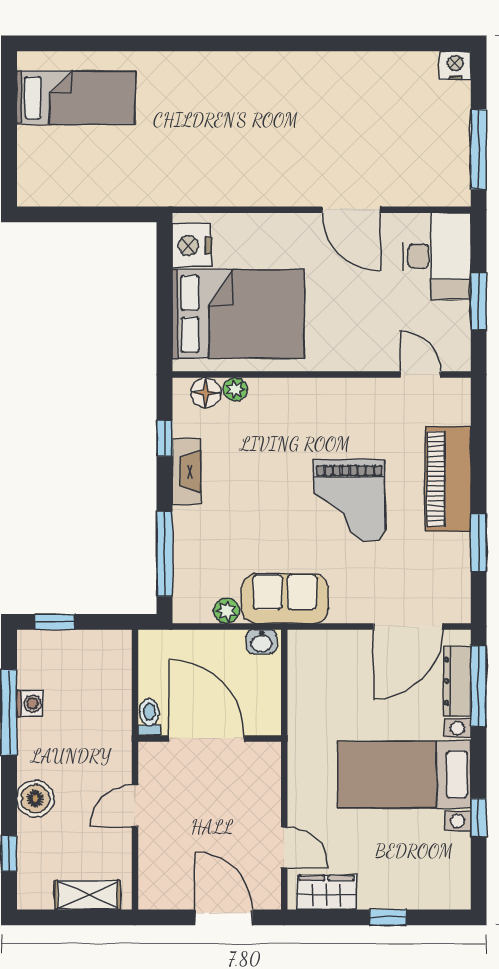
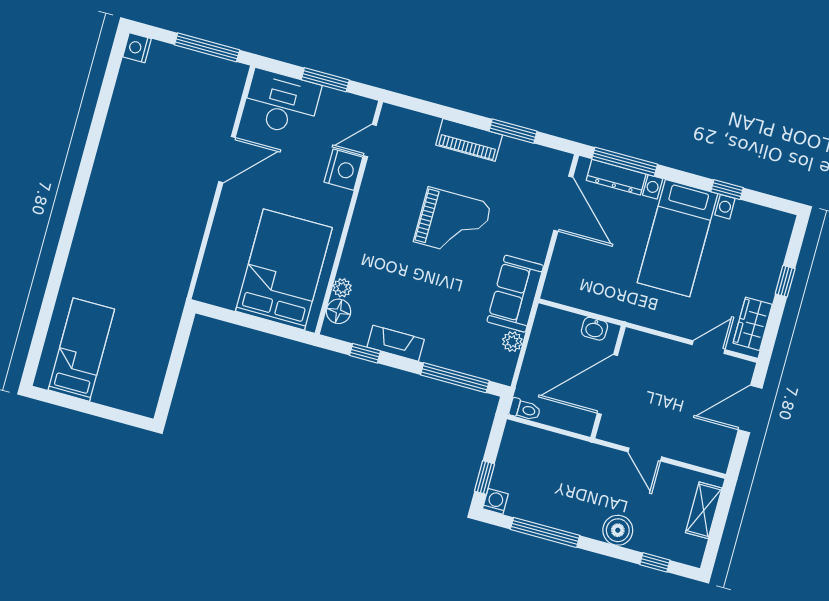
nightstand: (192, 245) -> (343, 170), moved, turned -90
piano: (448, 479) -> (469, 140), width x0.73, depth x0.75
washbasin: (261, 642) -> (594, 329), moved, turned 90
washing machine: (30, 704) -> (495, 501), moved
toilet: (149, 717) -> (525, 410), moved, turned 180

